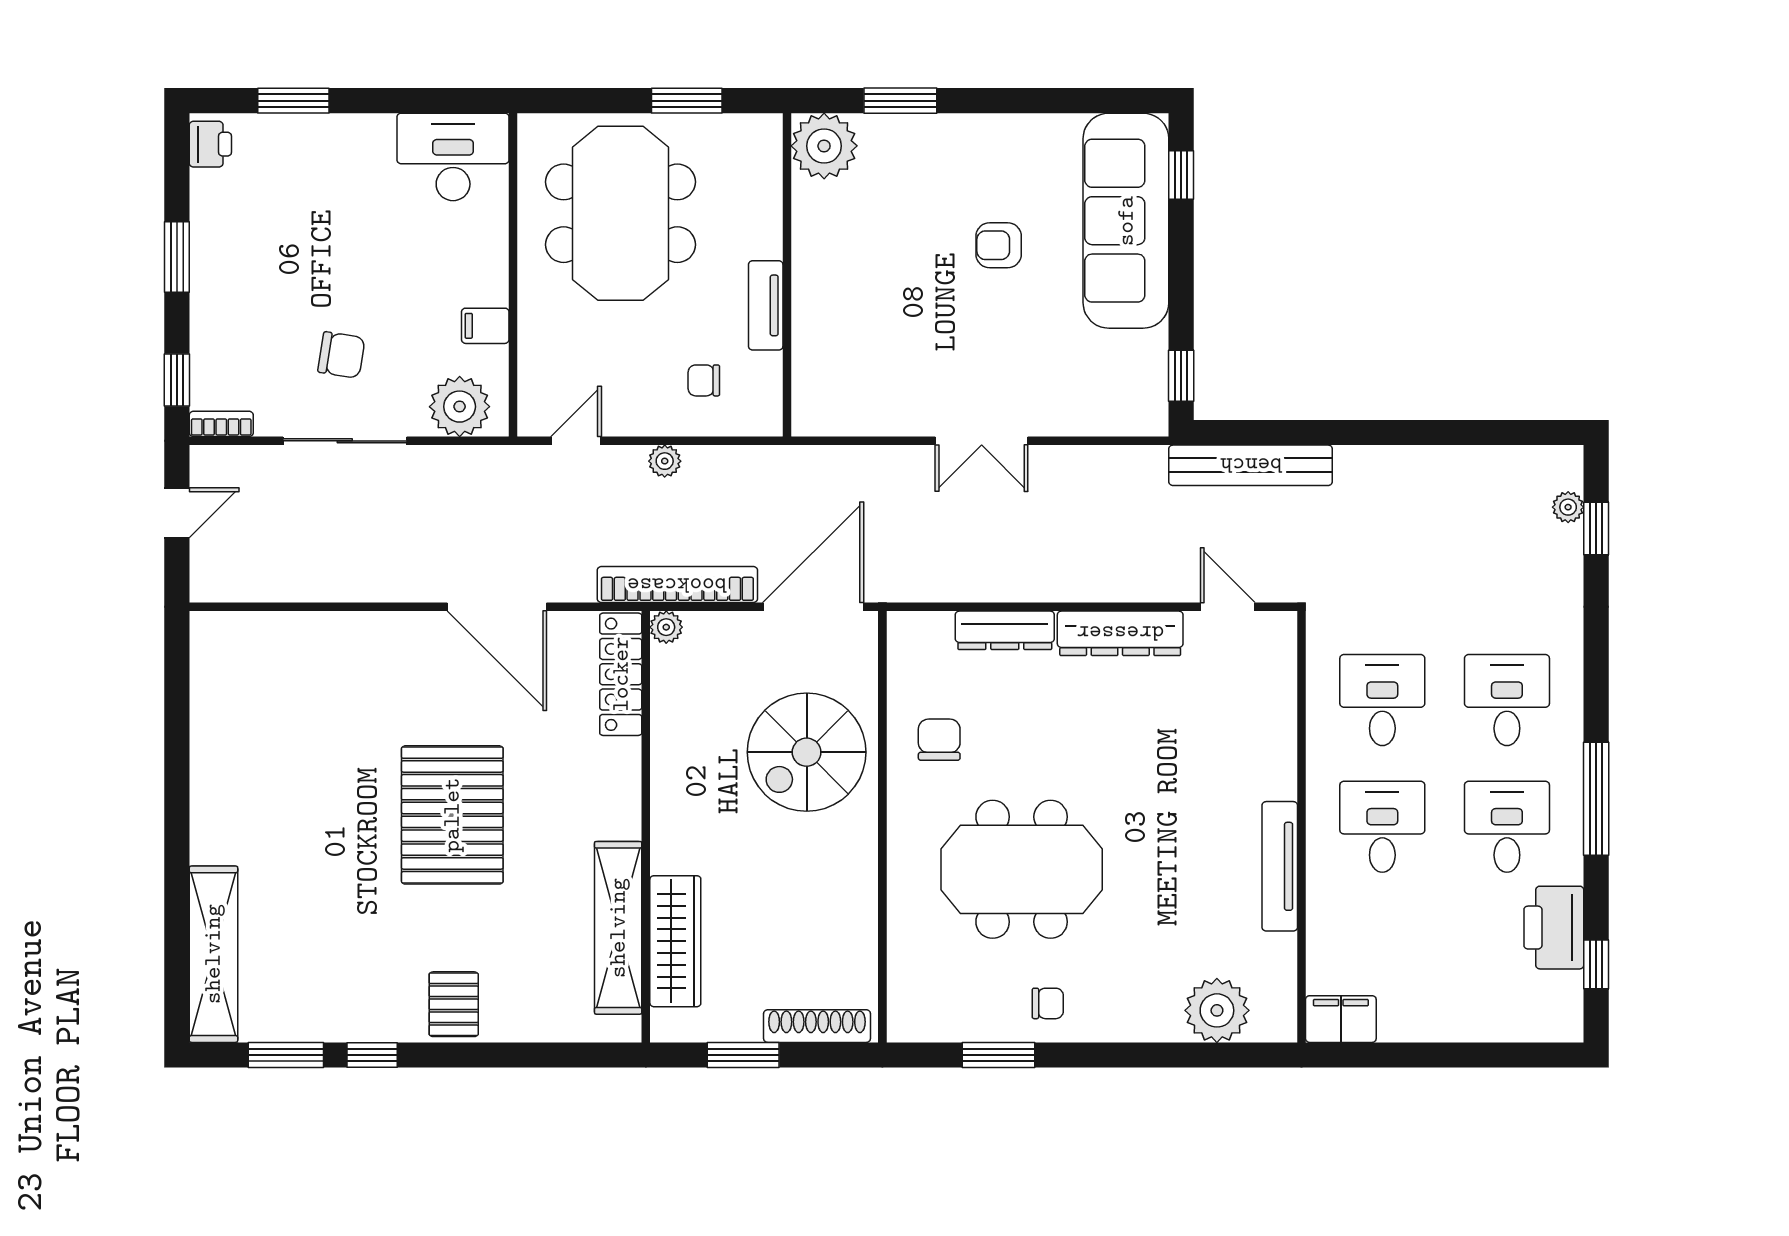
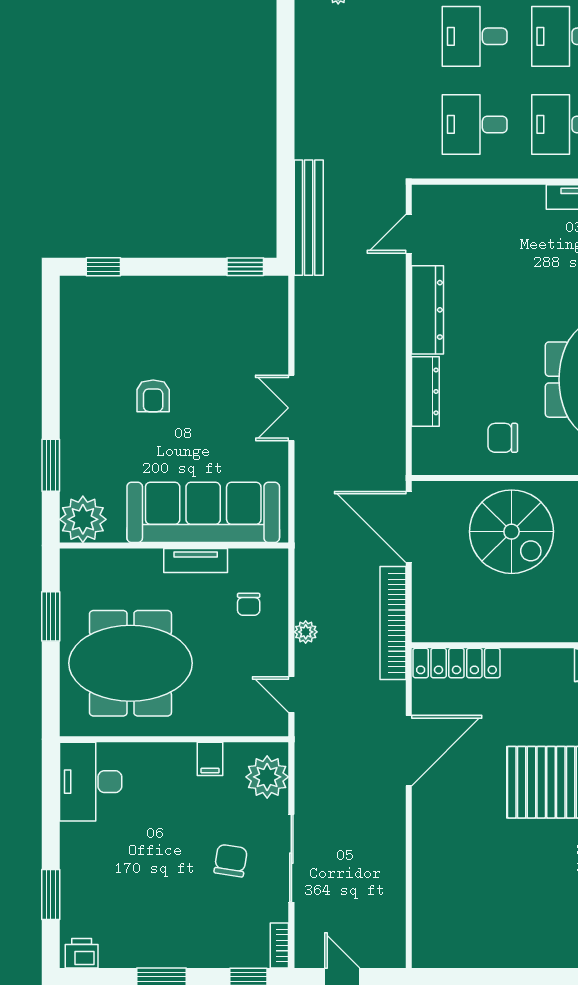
sofa: (1126, 221) -> (203, 512), moved, turned 180
double door: (982, 441) -> (291, 408), swing flipped
plant: (666, 627) -> (423, 631), removed

